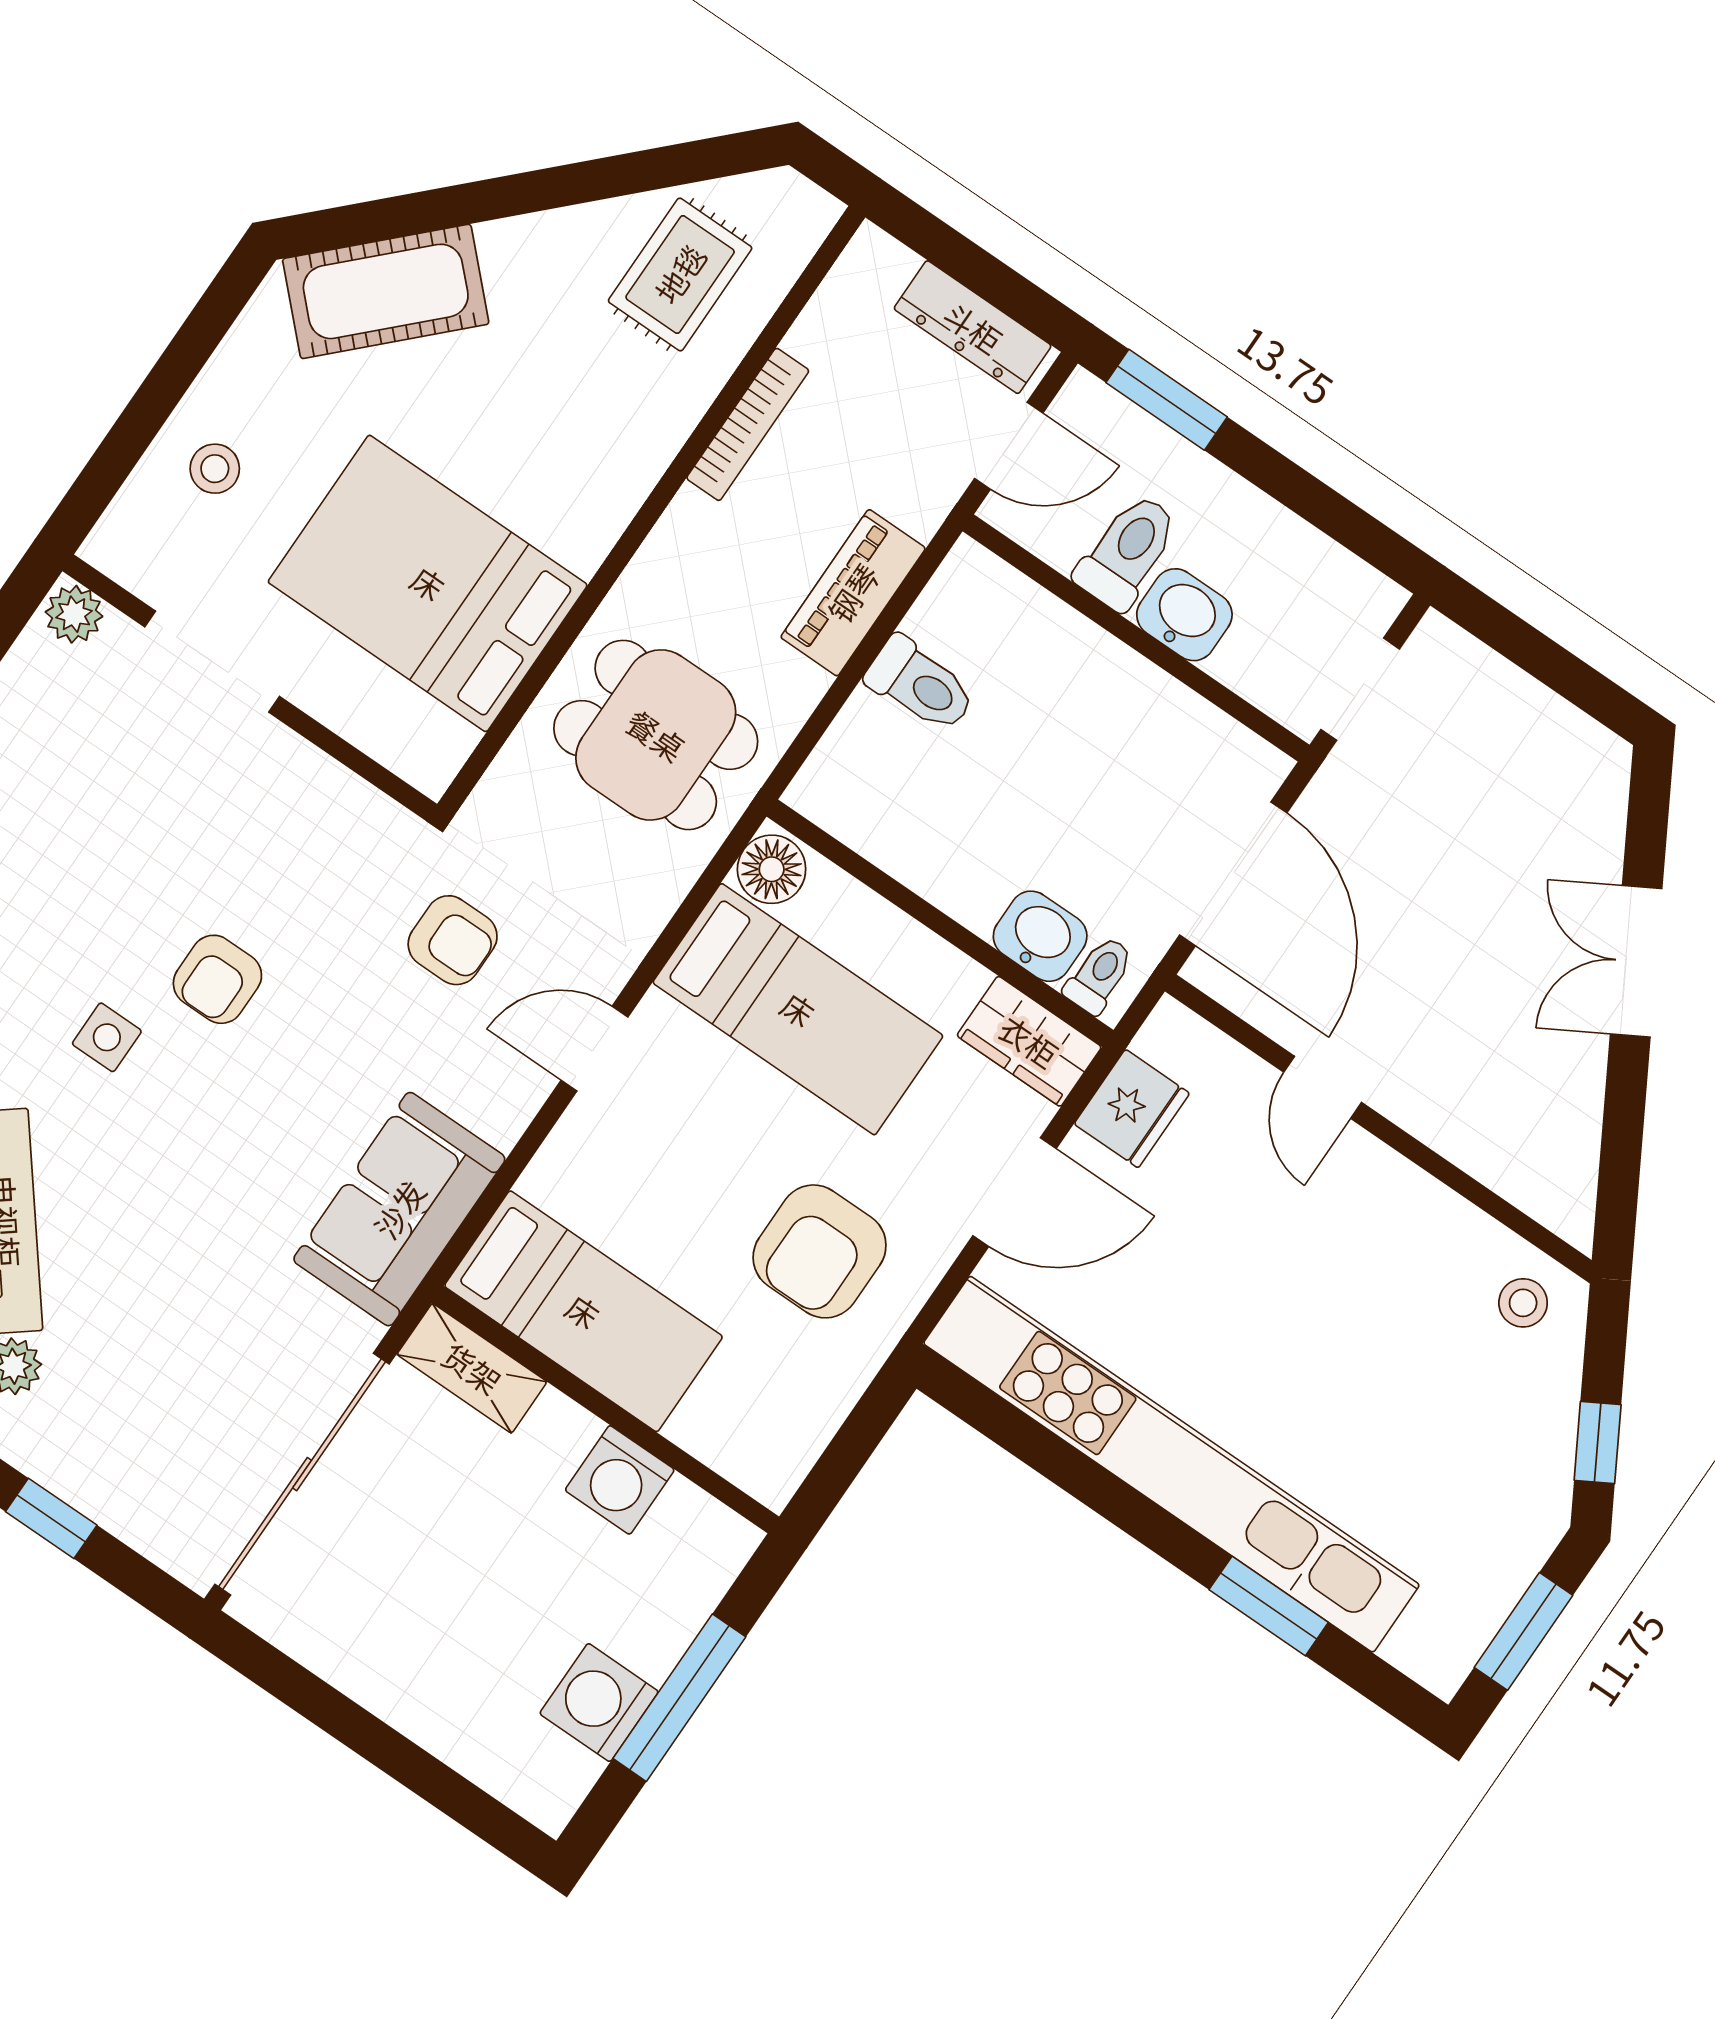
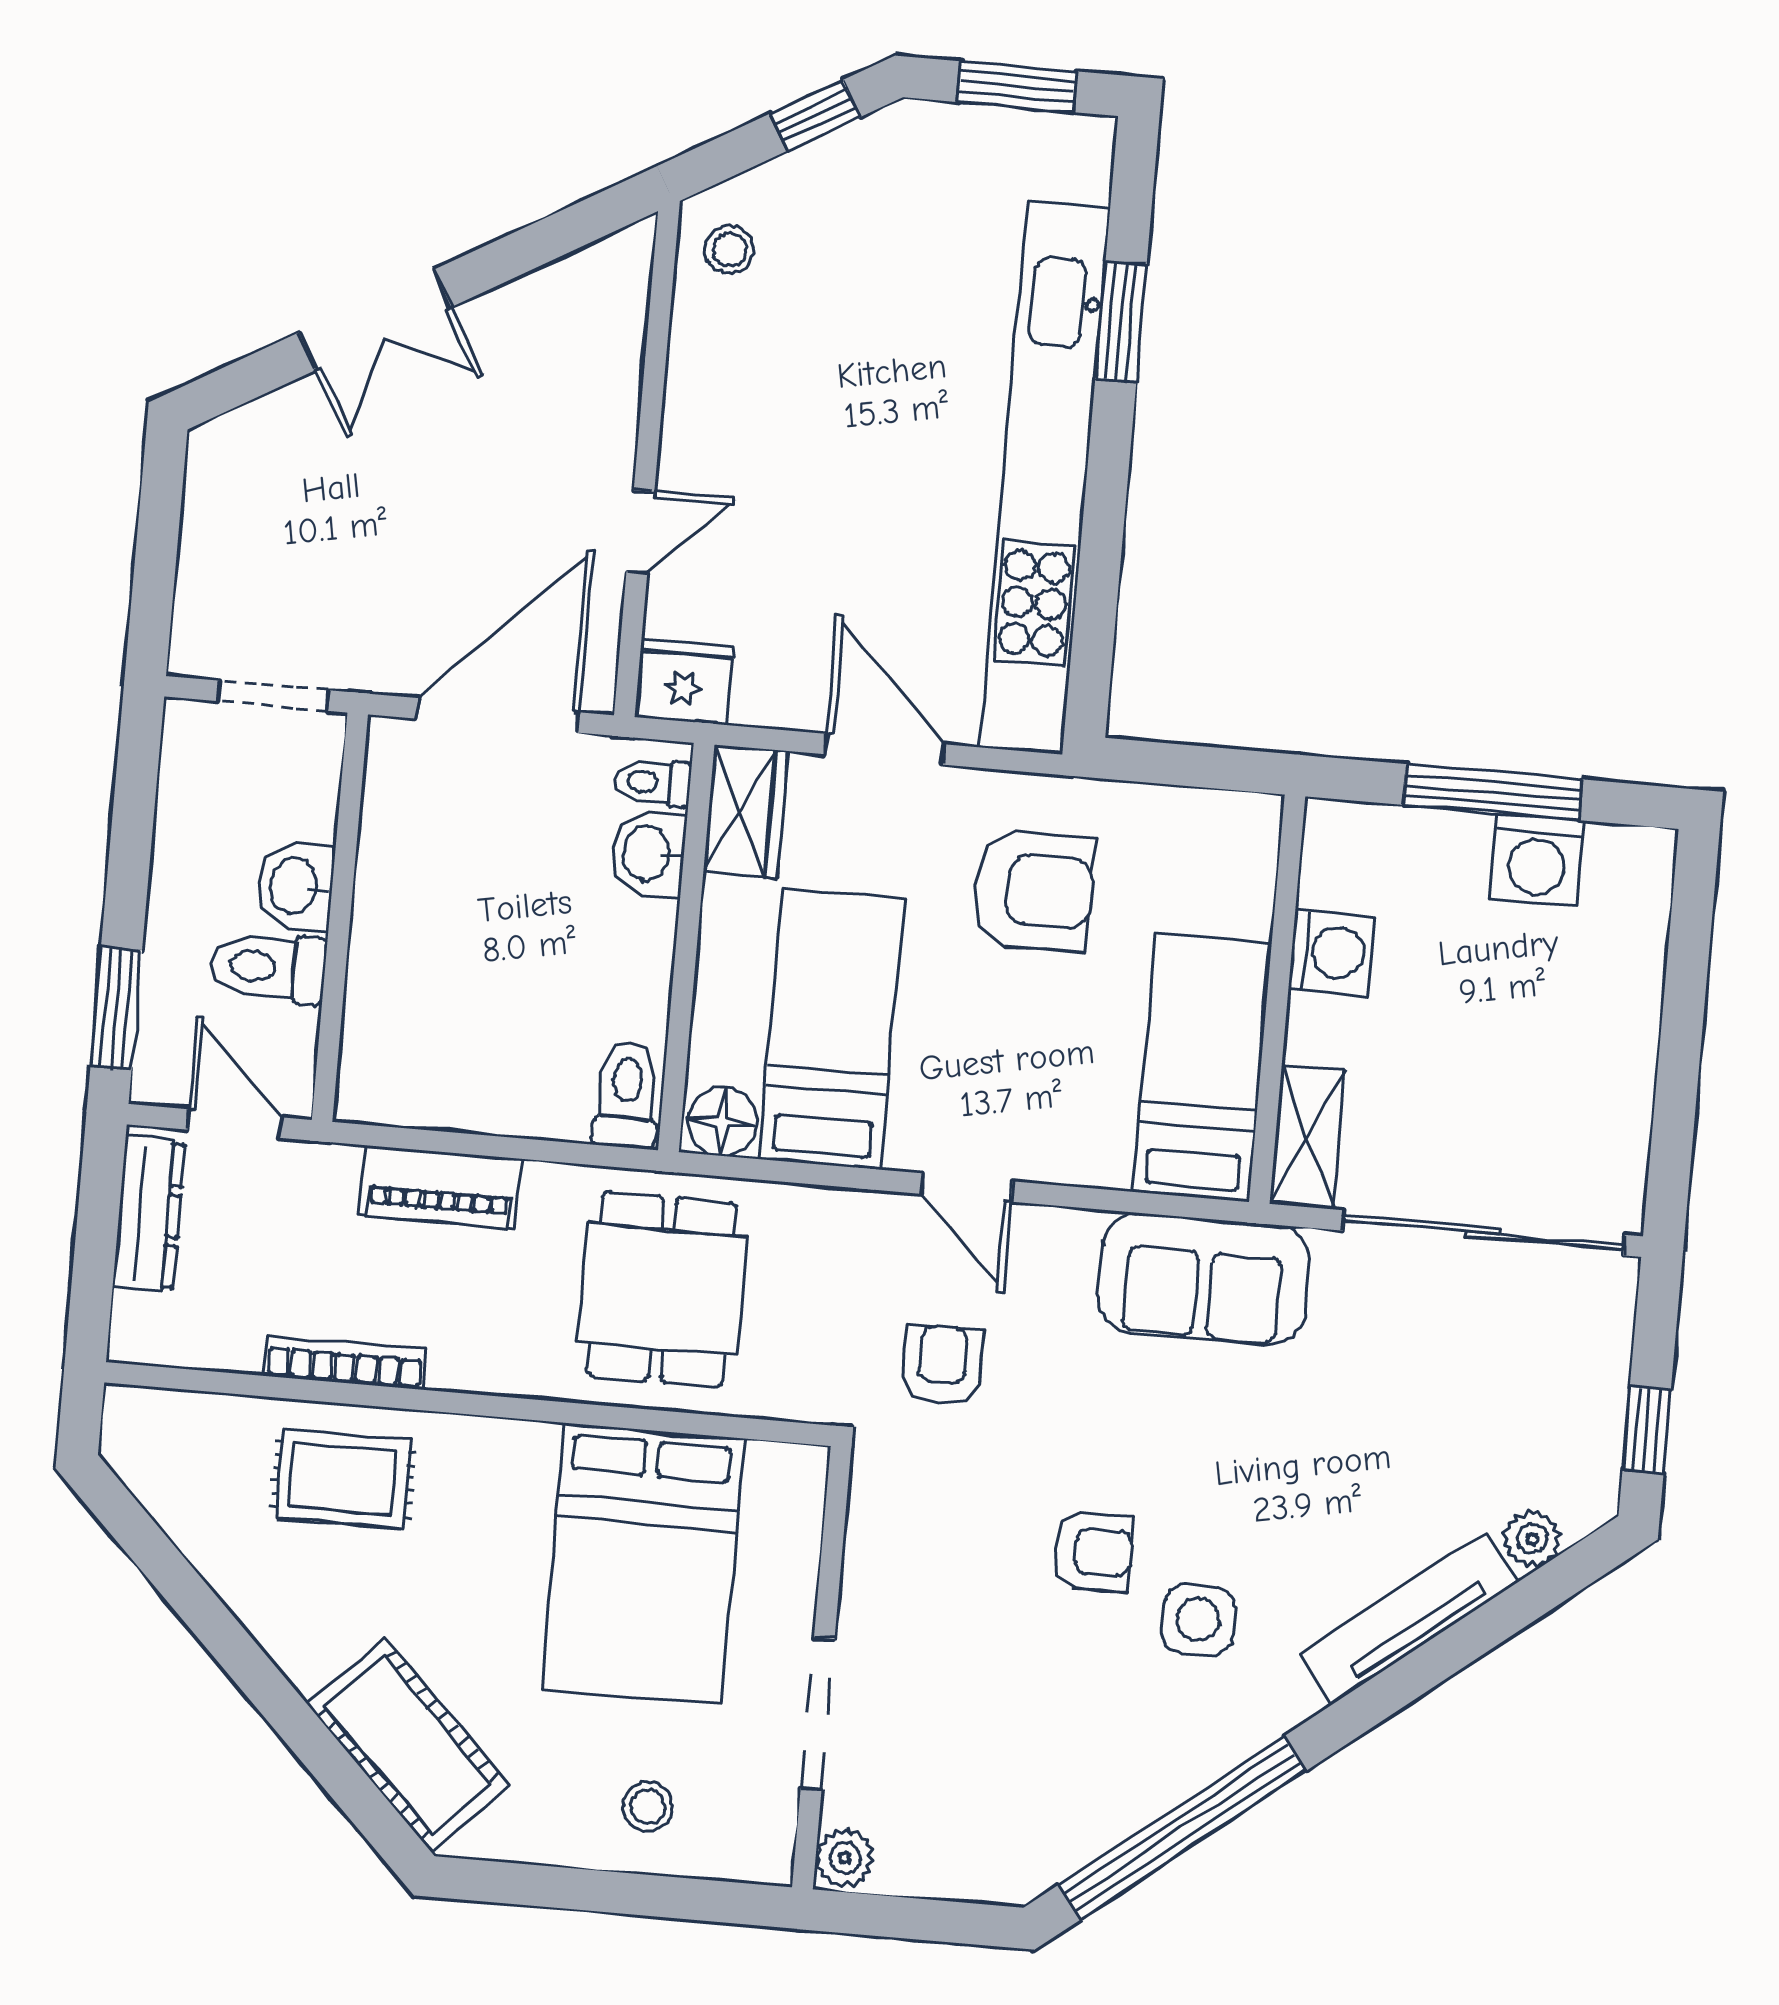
rug: (680, 274) -> (343, 1479), moved
toilet: (921, 685) -> (627, 1095), moved
side table: (107, 1037) -> (1198, 1620), width x1.37, depth x1.37
fridge: (1132, 1109) -> (684, 682), moved

